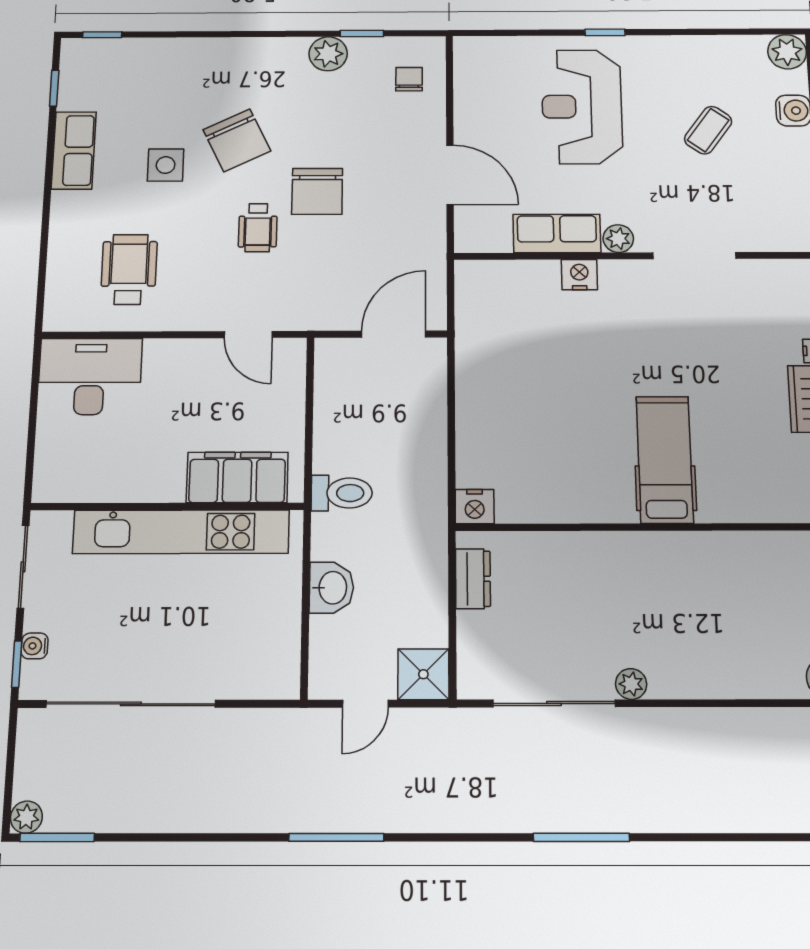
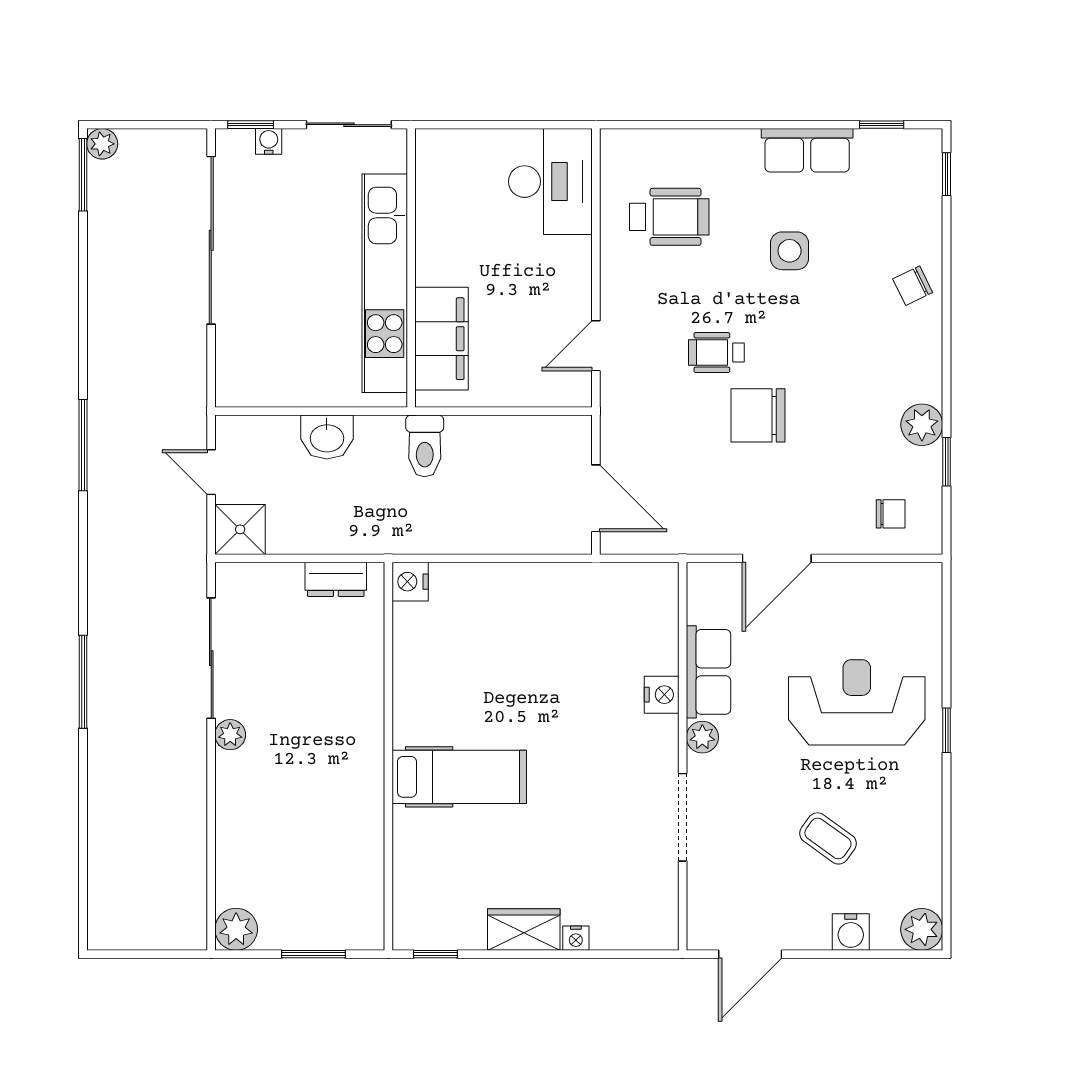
chair: (237, 140) -> (913, 286), moved, width x0.54, depth x0.54

